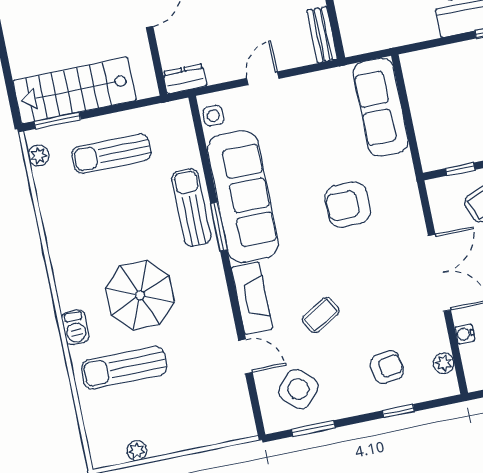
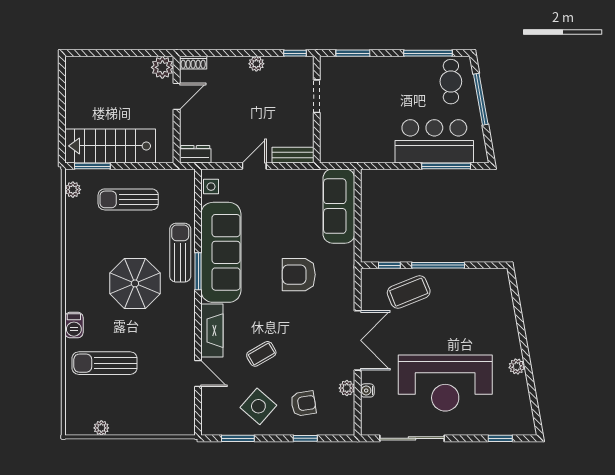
bench: (322, 35) -> (293, 155), moved, turned 90
parasol: (140, 295) -> (135, 283), moved
plant: (444, 363) -> (347, 388), moved
side table: (298, 389) -> (258, 406), moved

